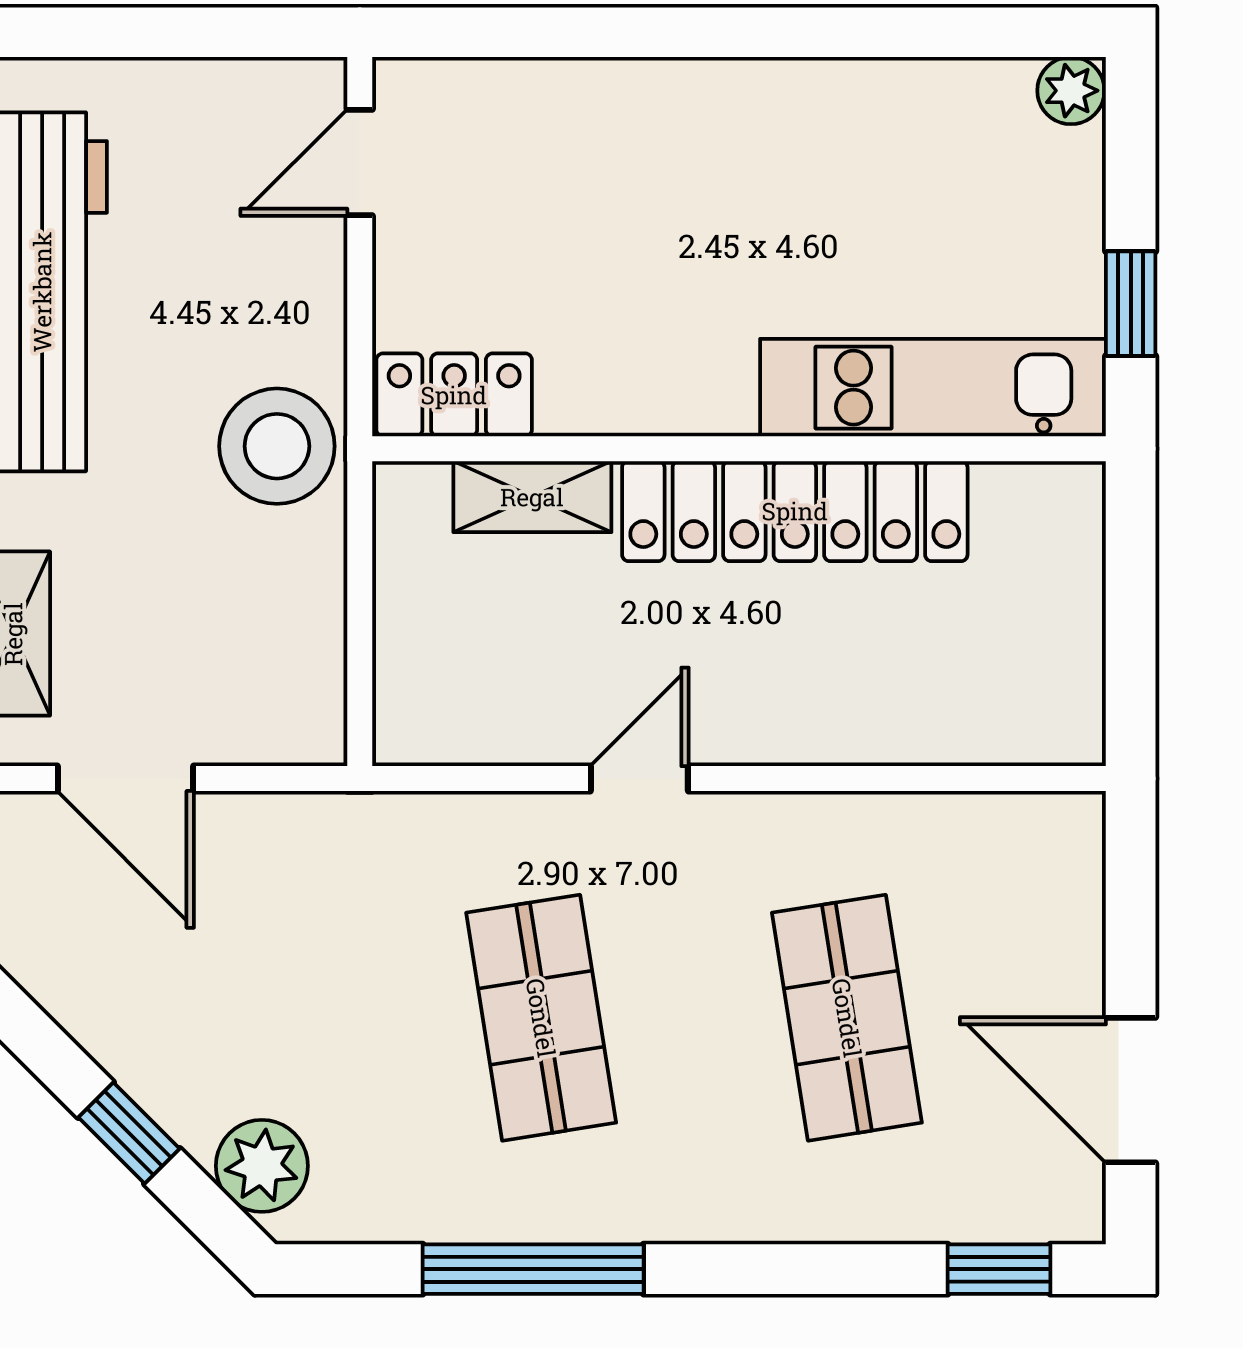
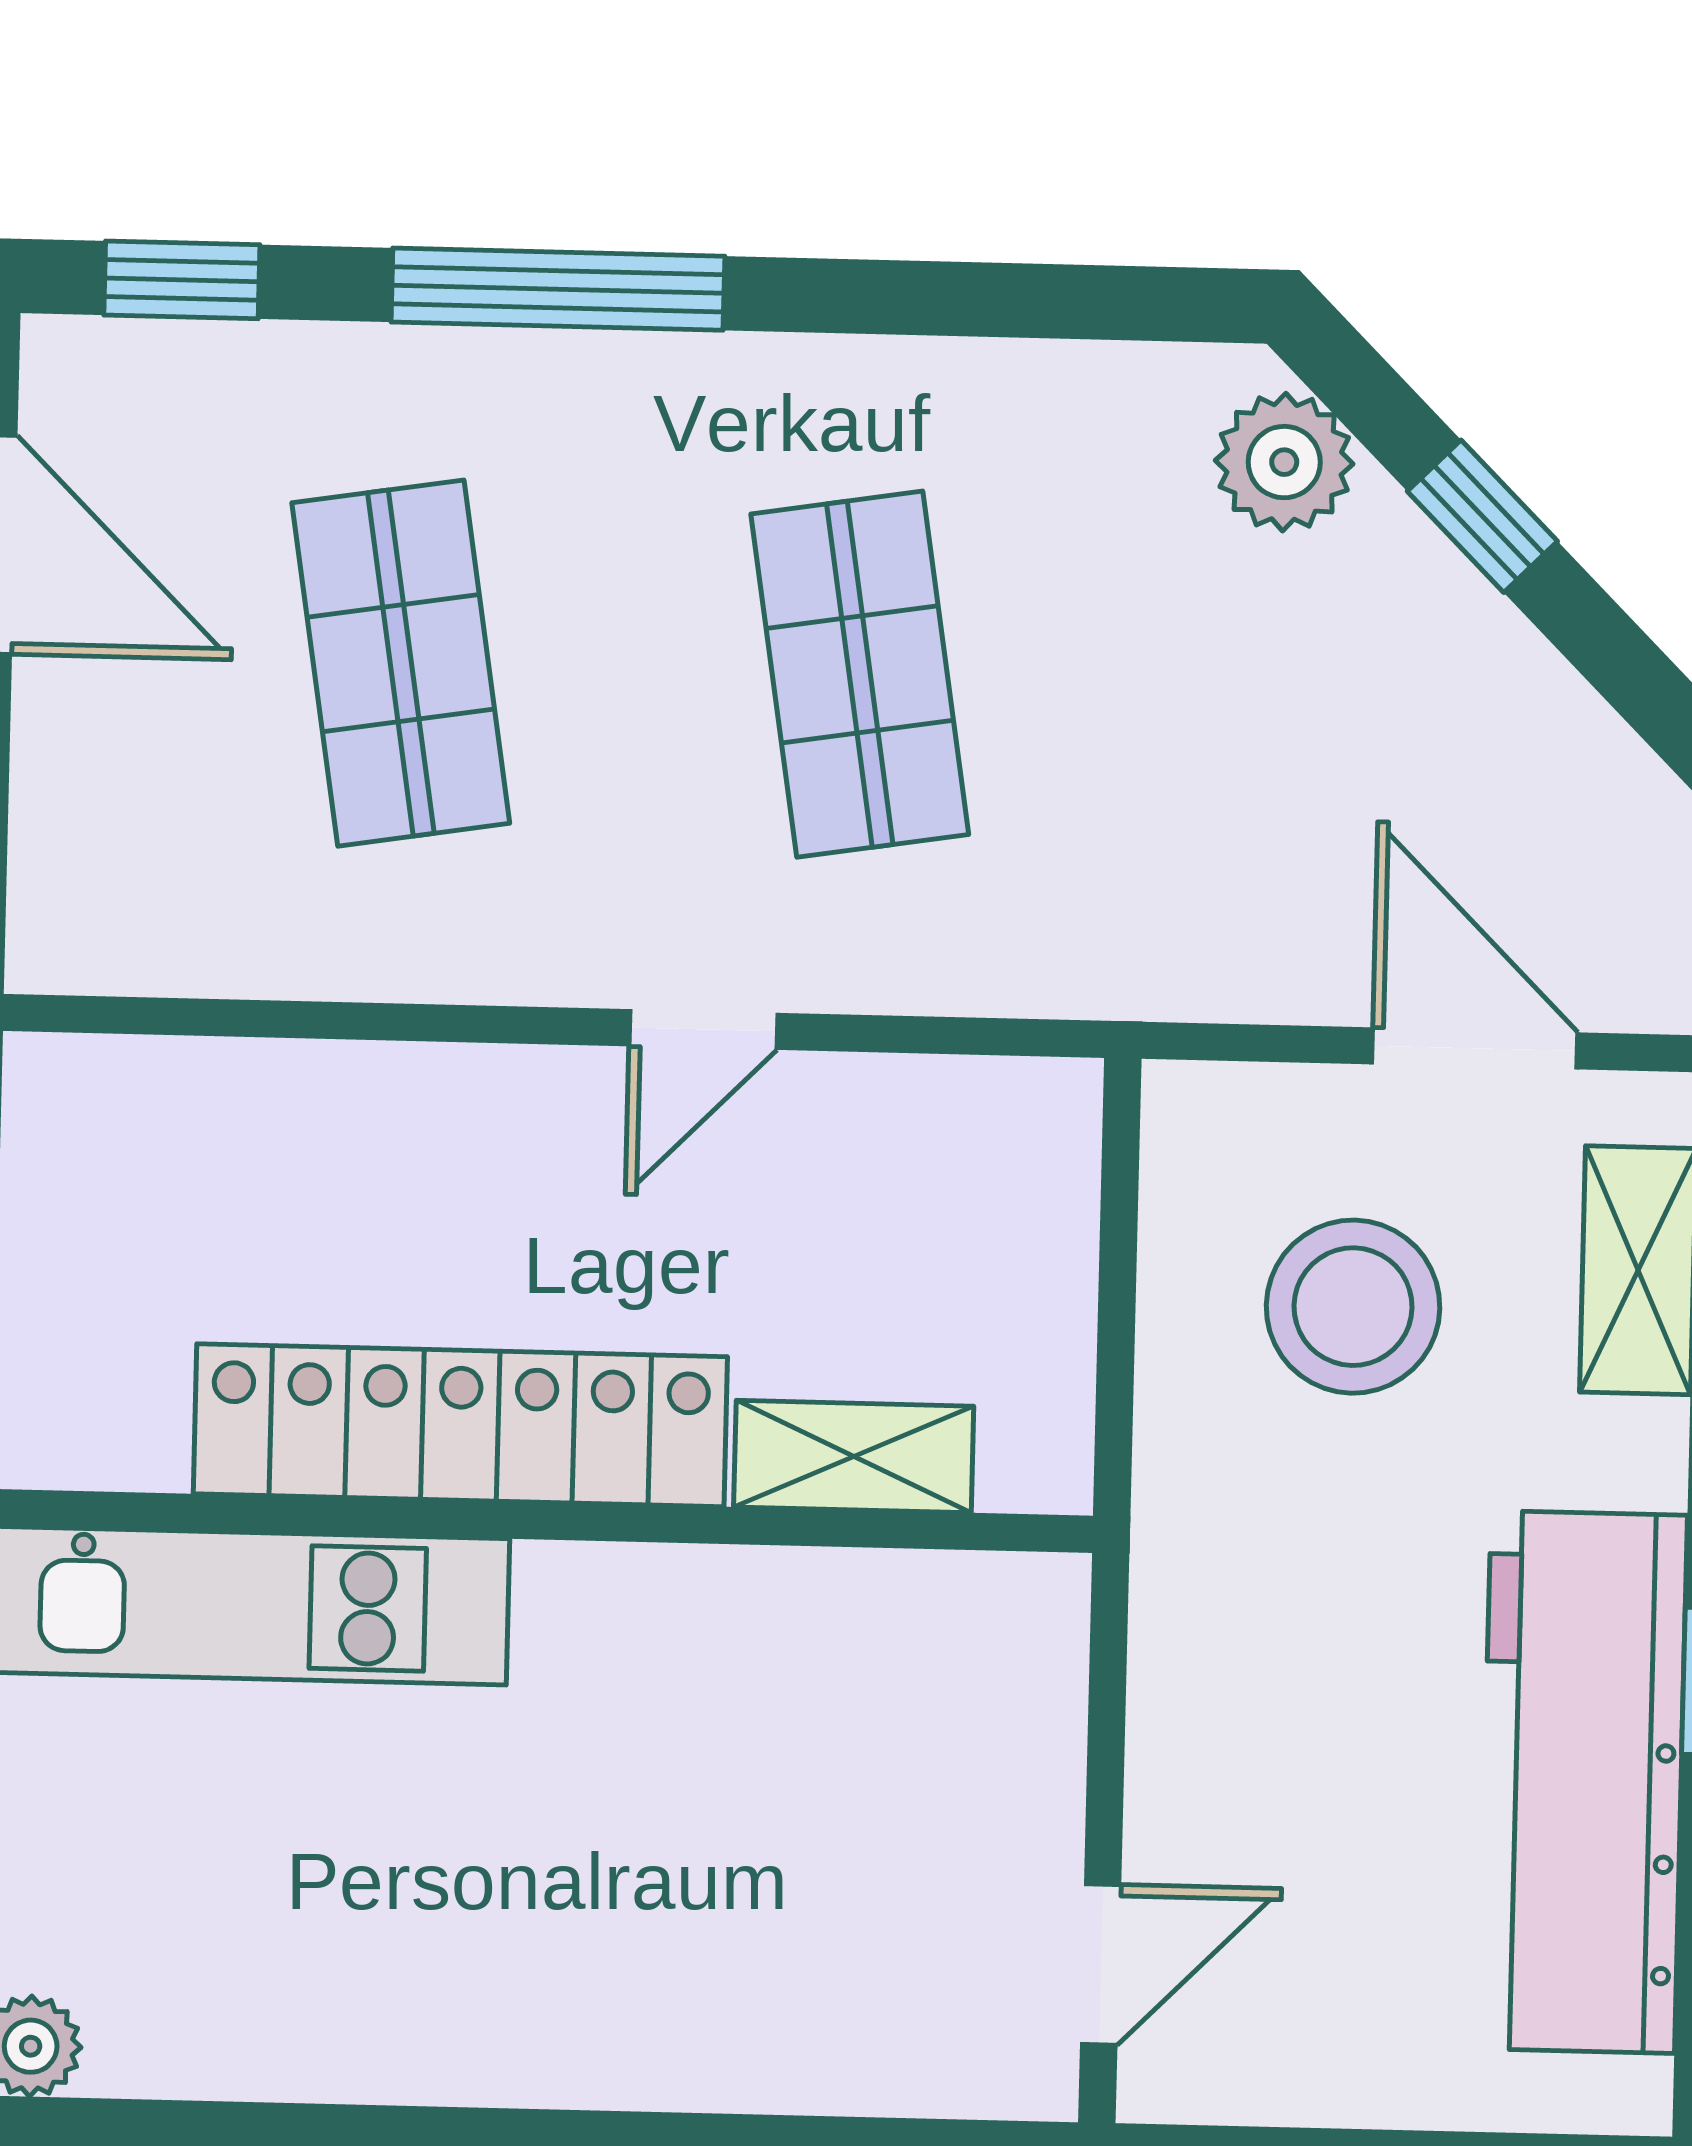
locker: (454, 395) -> (967, 1612), removed
stool: (277, 446) -> (1353, 1307), moved
window: (533, 1269) -> (558, 289), moved

